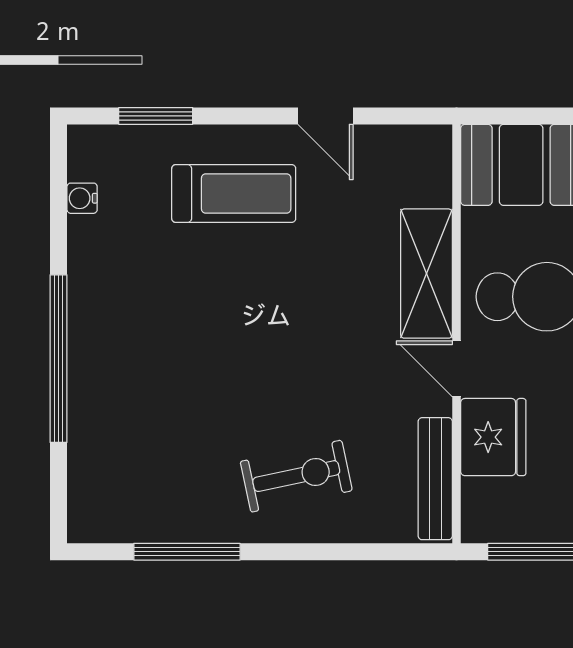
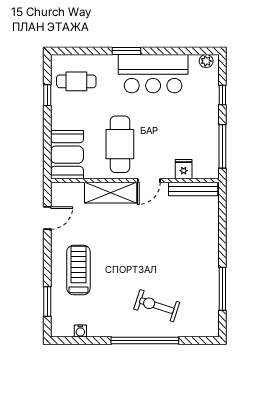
door: (325, 116) -> (47, 218), moved
fridge: (493, 437) -> (184, 169), width x0.53, depth x0.75
exercise bike: (296, 476) -> (157, 306), moved, turned -60

